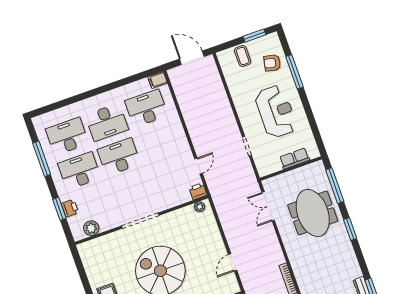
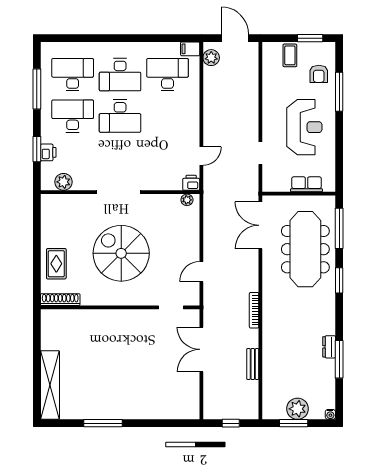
armchair: (272, 63) -> (319, 74), turned -102
plant: (178, 81) -> (211, 58), added
desk: (119, 157) -> (120, 116), turned 180
double door: (268, 206) -> (260, 225), width x1.37
meeting table: (313, 213) -> (305, 249), width x1.36

